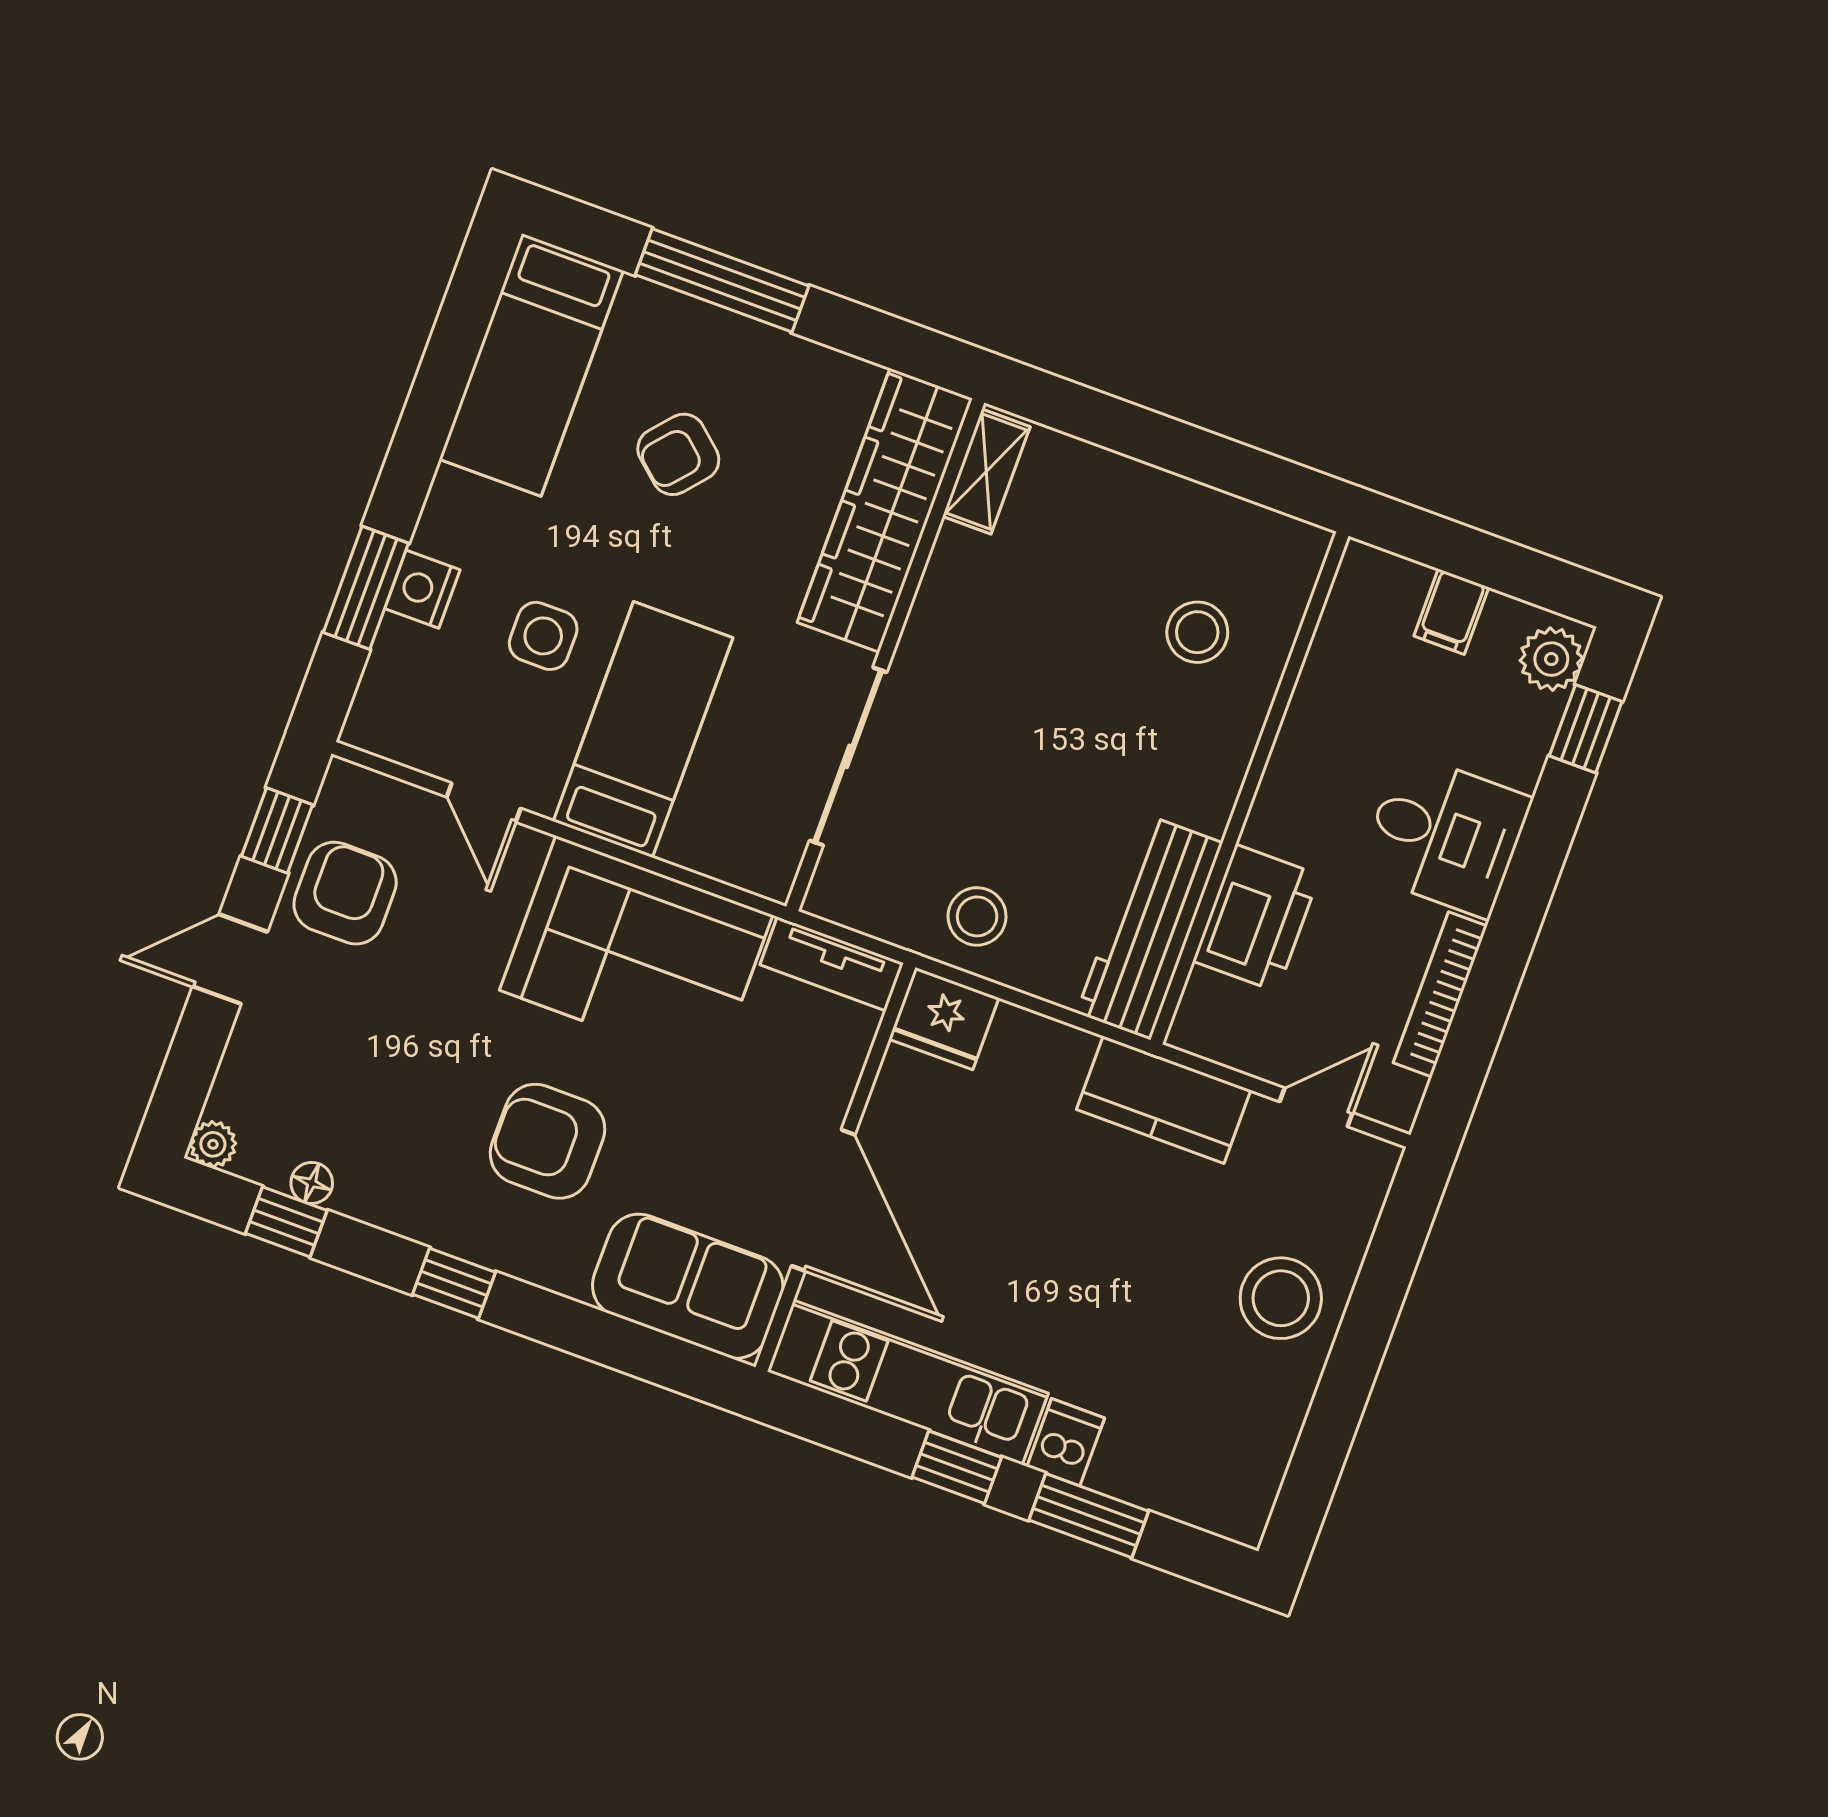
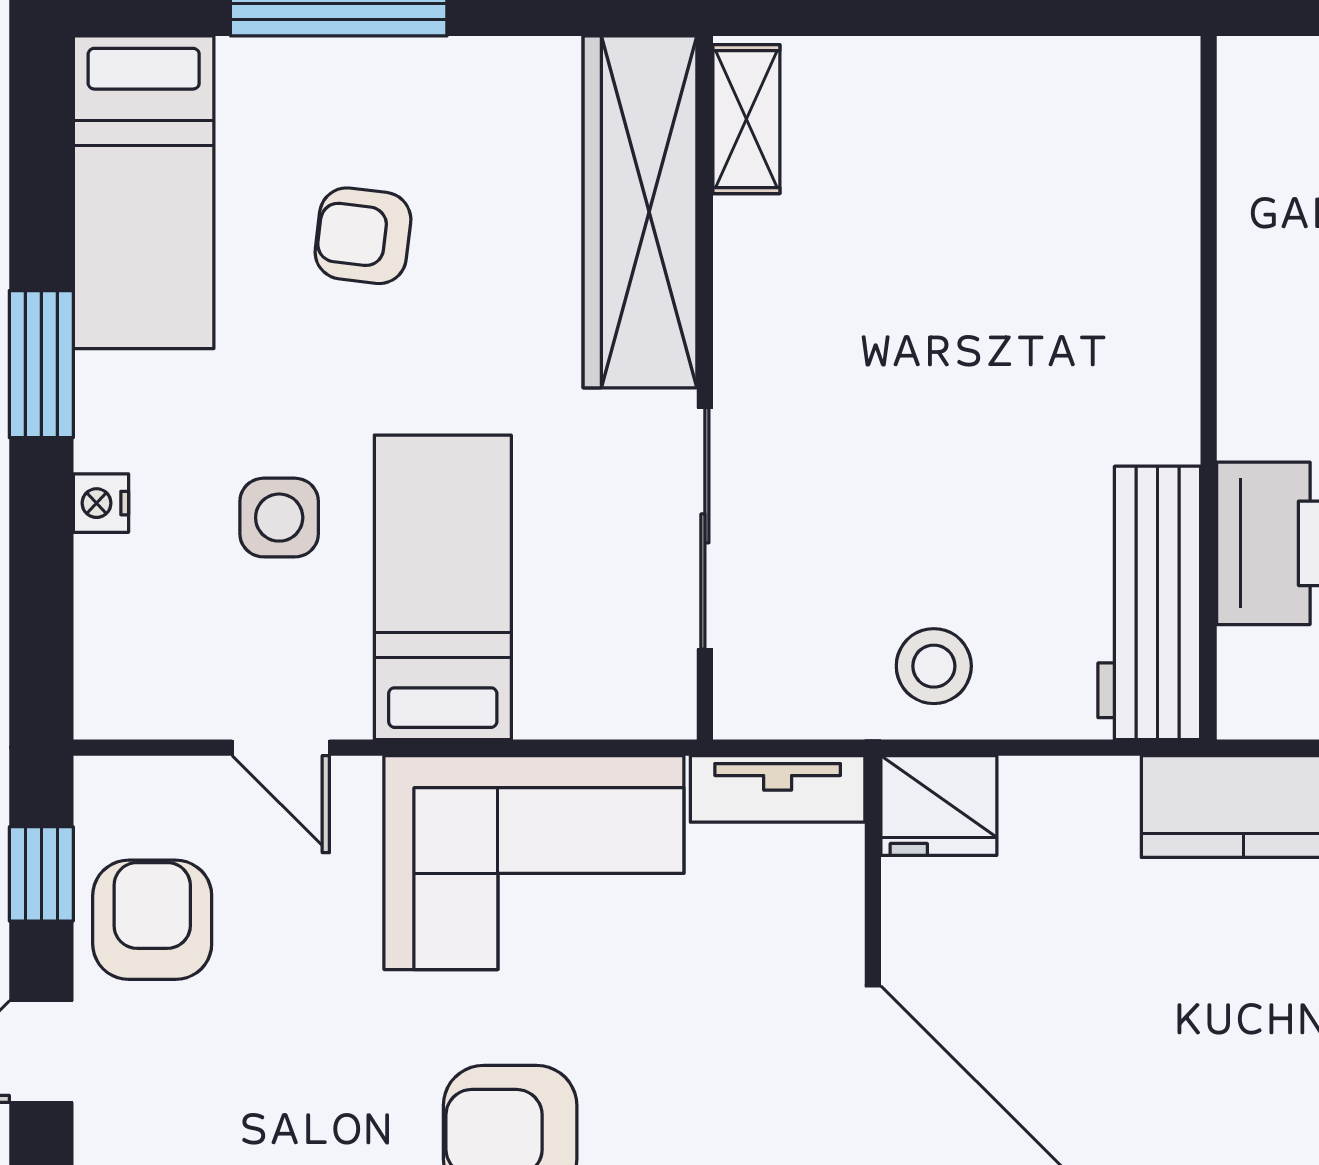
armchair: (678, 454) -> (363, 236), turned 56
window: (366, 588) -> (41, 364), moved
nightstand: (422, 589) -> (101, 503), width x0.72, depth x0.74
stool: (1197, 632) -> (1076, 221), removed

